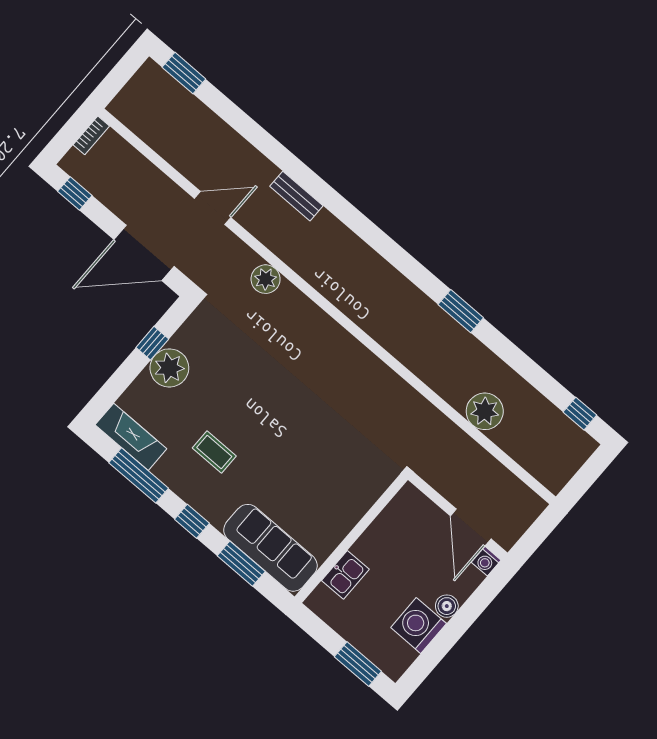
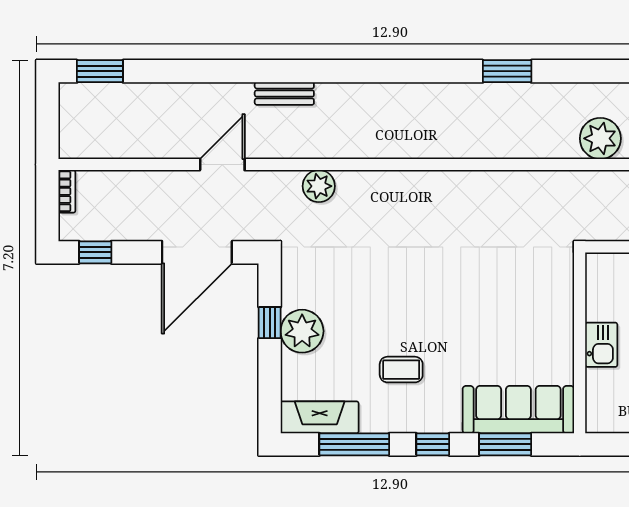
kitchen sink: (345, 575) -> (601, 345), moved

